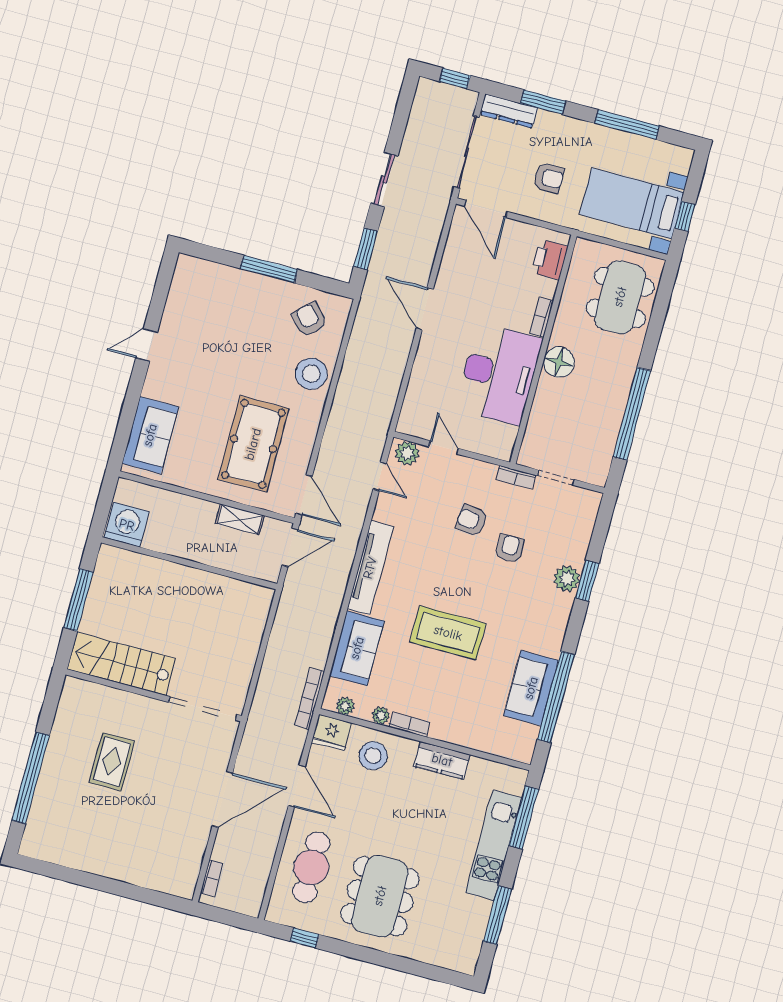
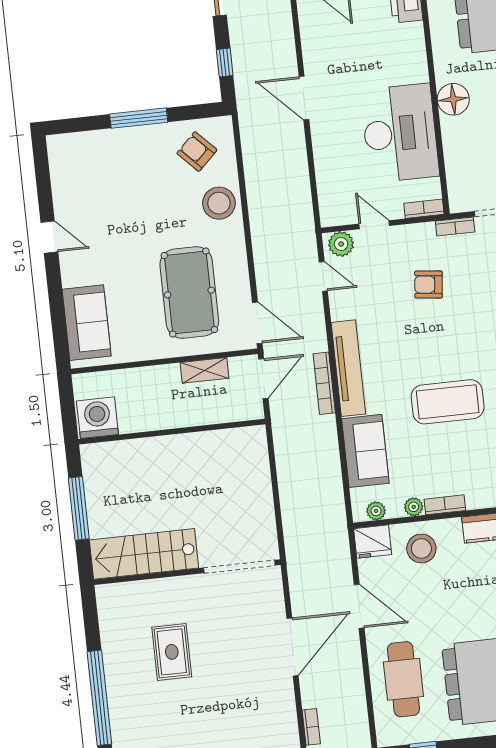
window: (366, 249) -> (225, 62), width x0.67
bookcase: (542, 317) -> (424, 209), moved, turned 90
door: (147, 345) -> (49, 237), swing flipped
armchair: (510, 549) -> (476, 298), removed
bookcase: (309, 699) -> (324, 383), moved

